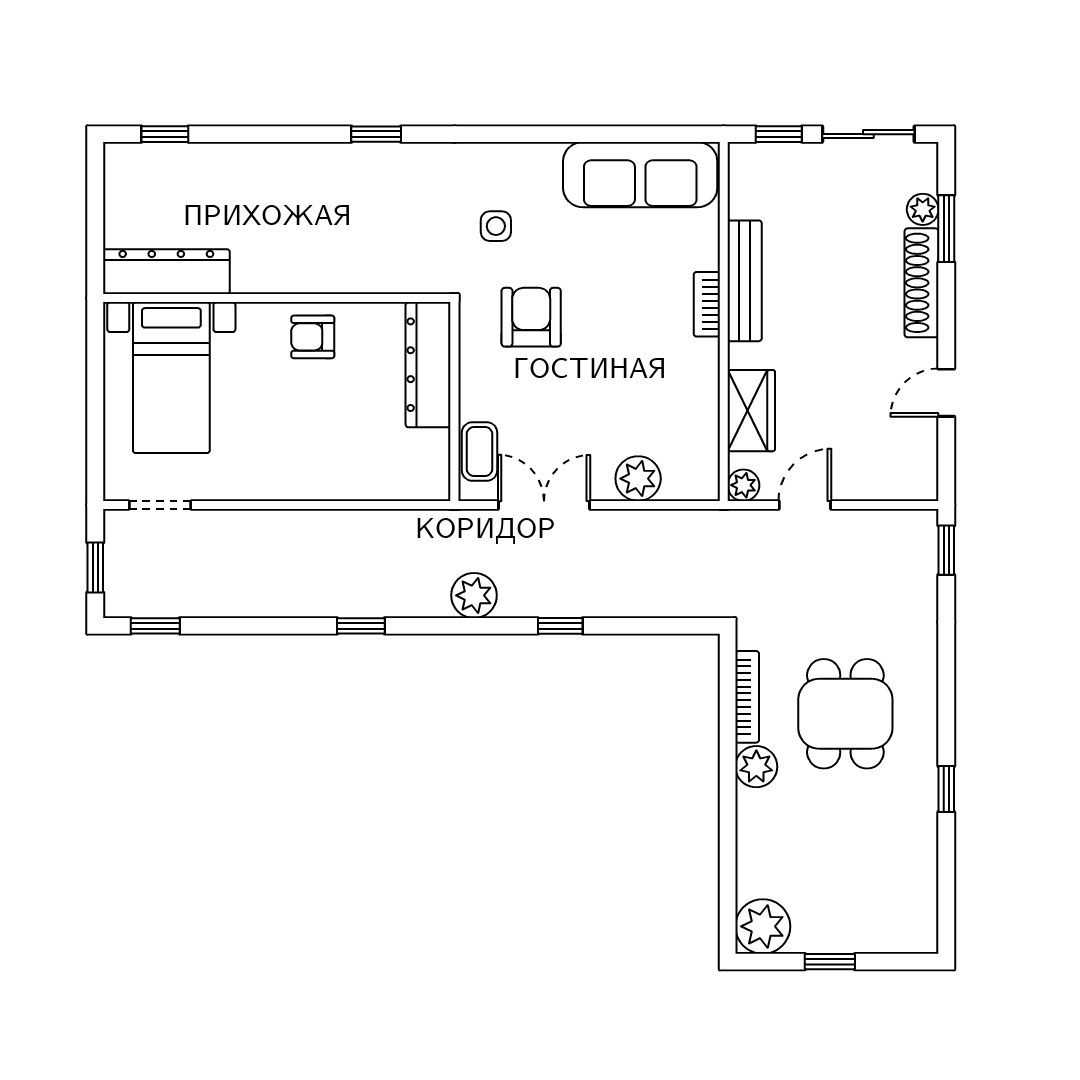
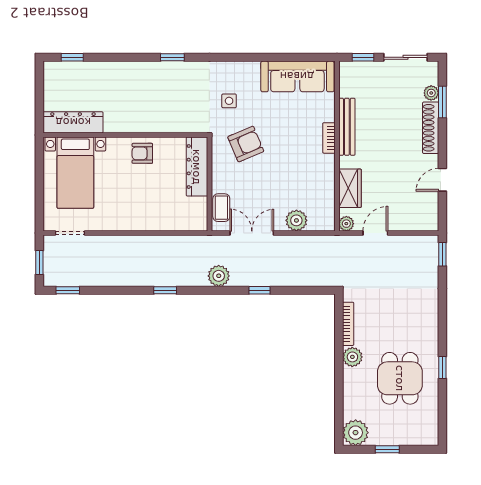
armchair: (531, 317) -> (246, 144), turned 67
dining table: (845, 714) -> (400, 378), moved

